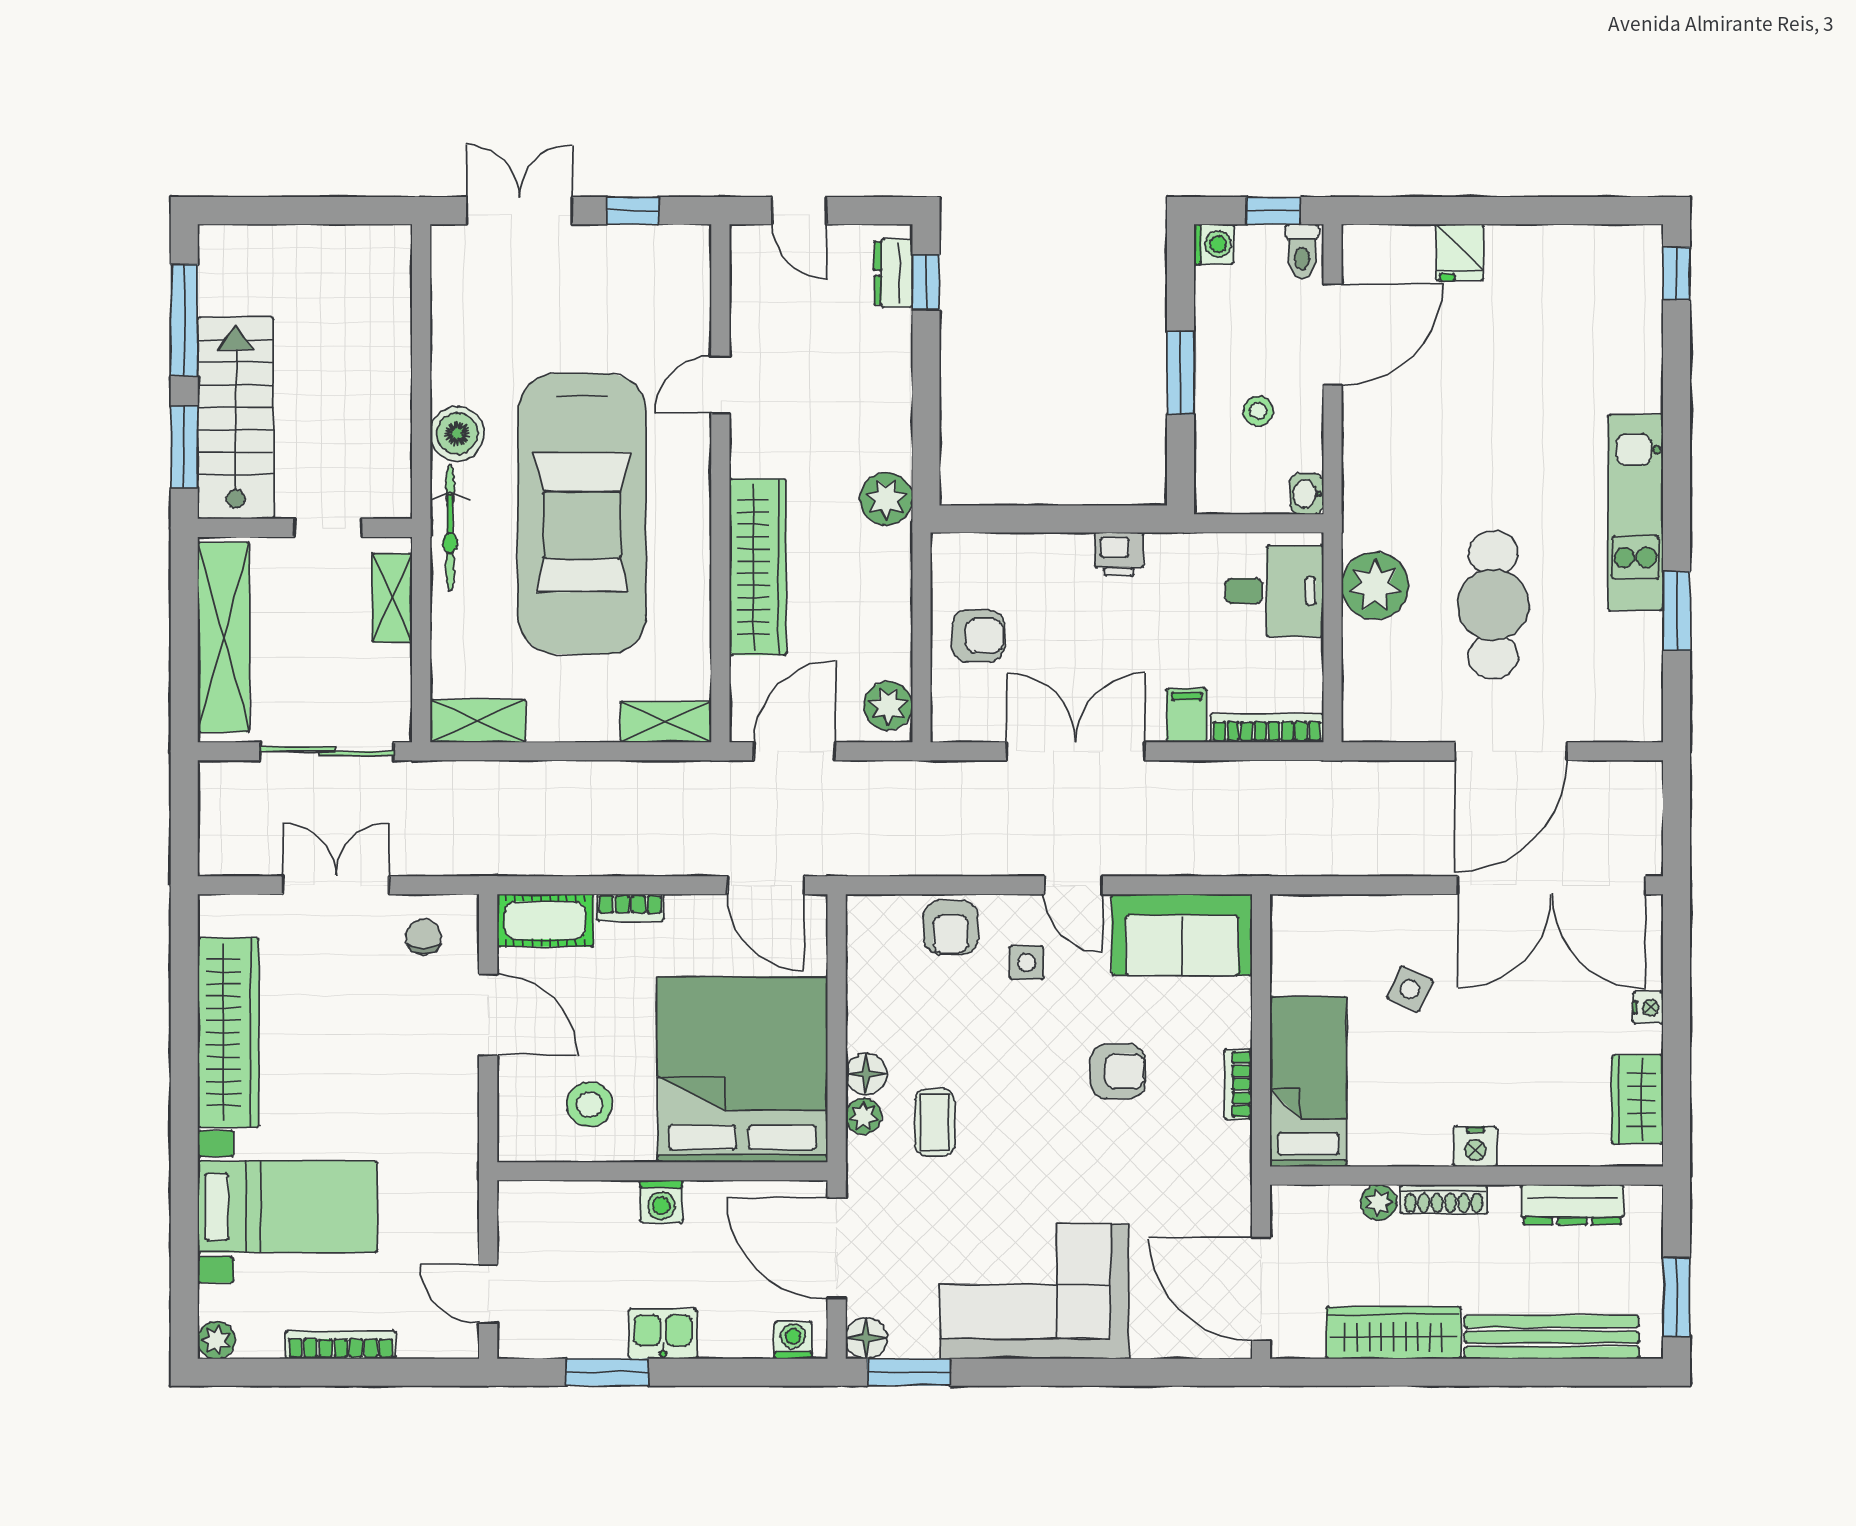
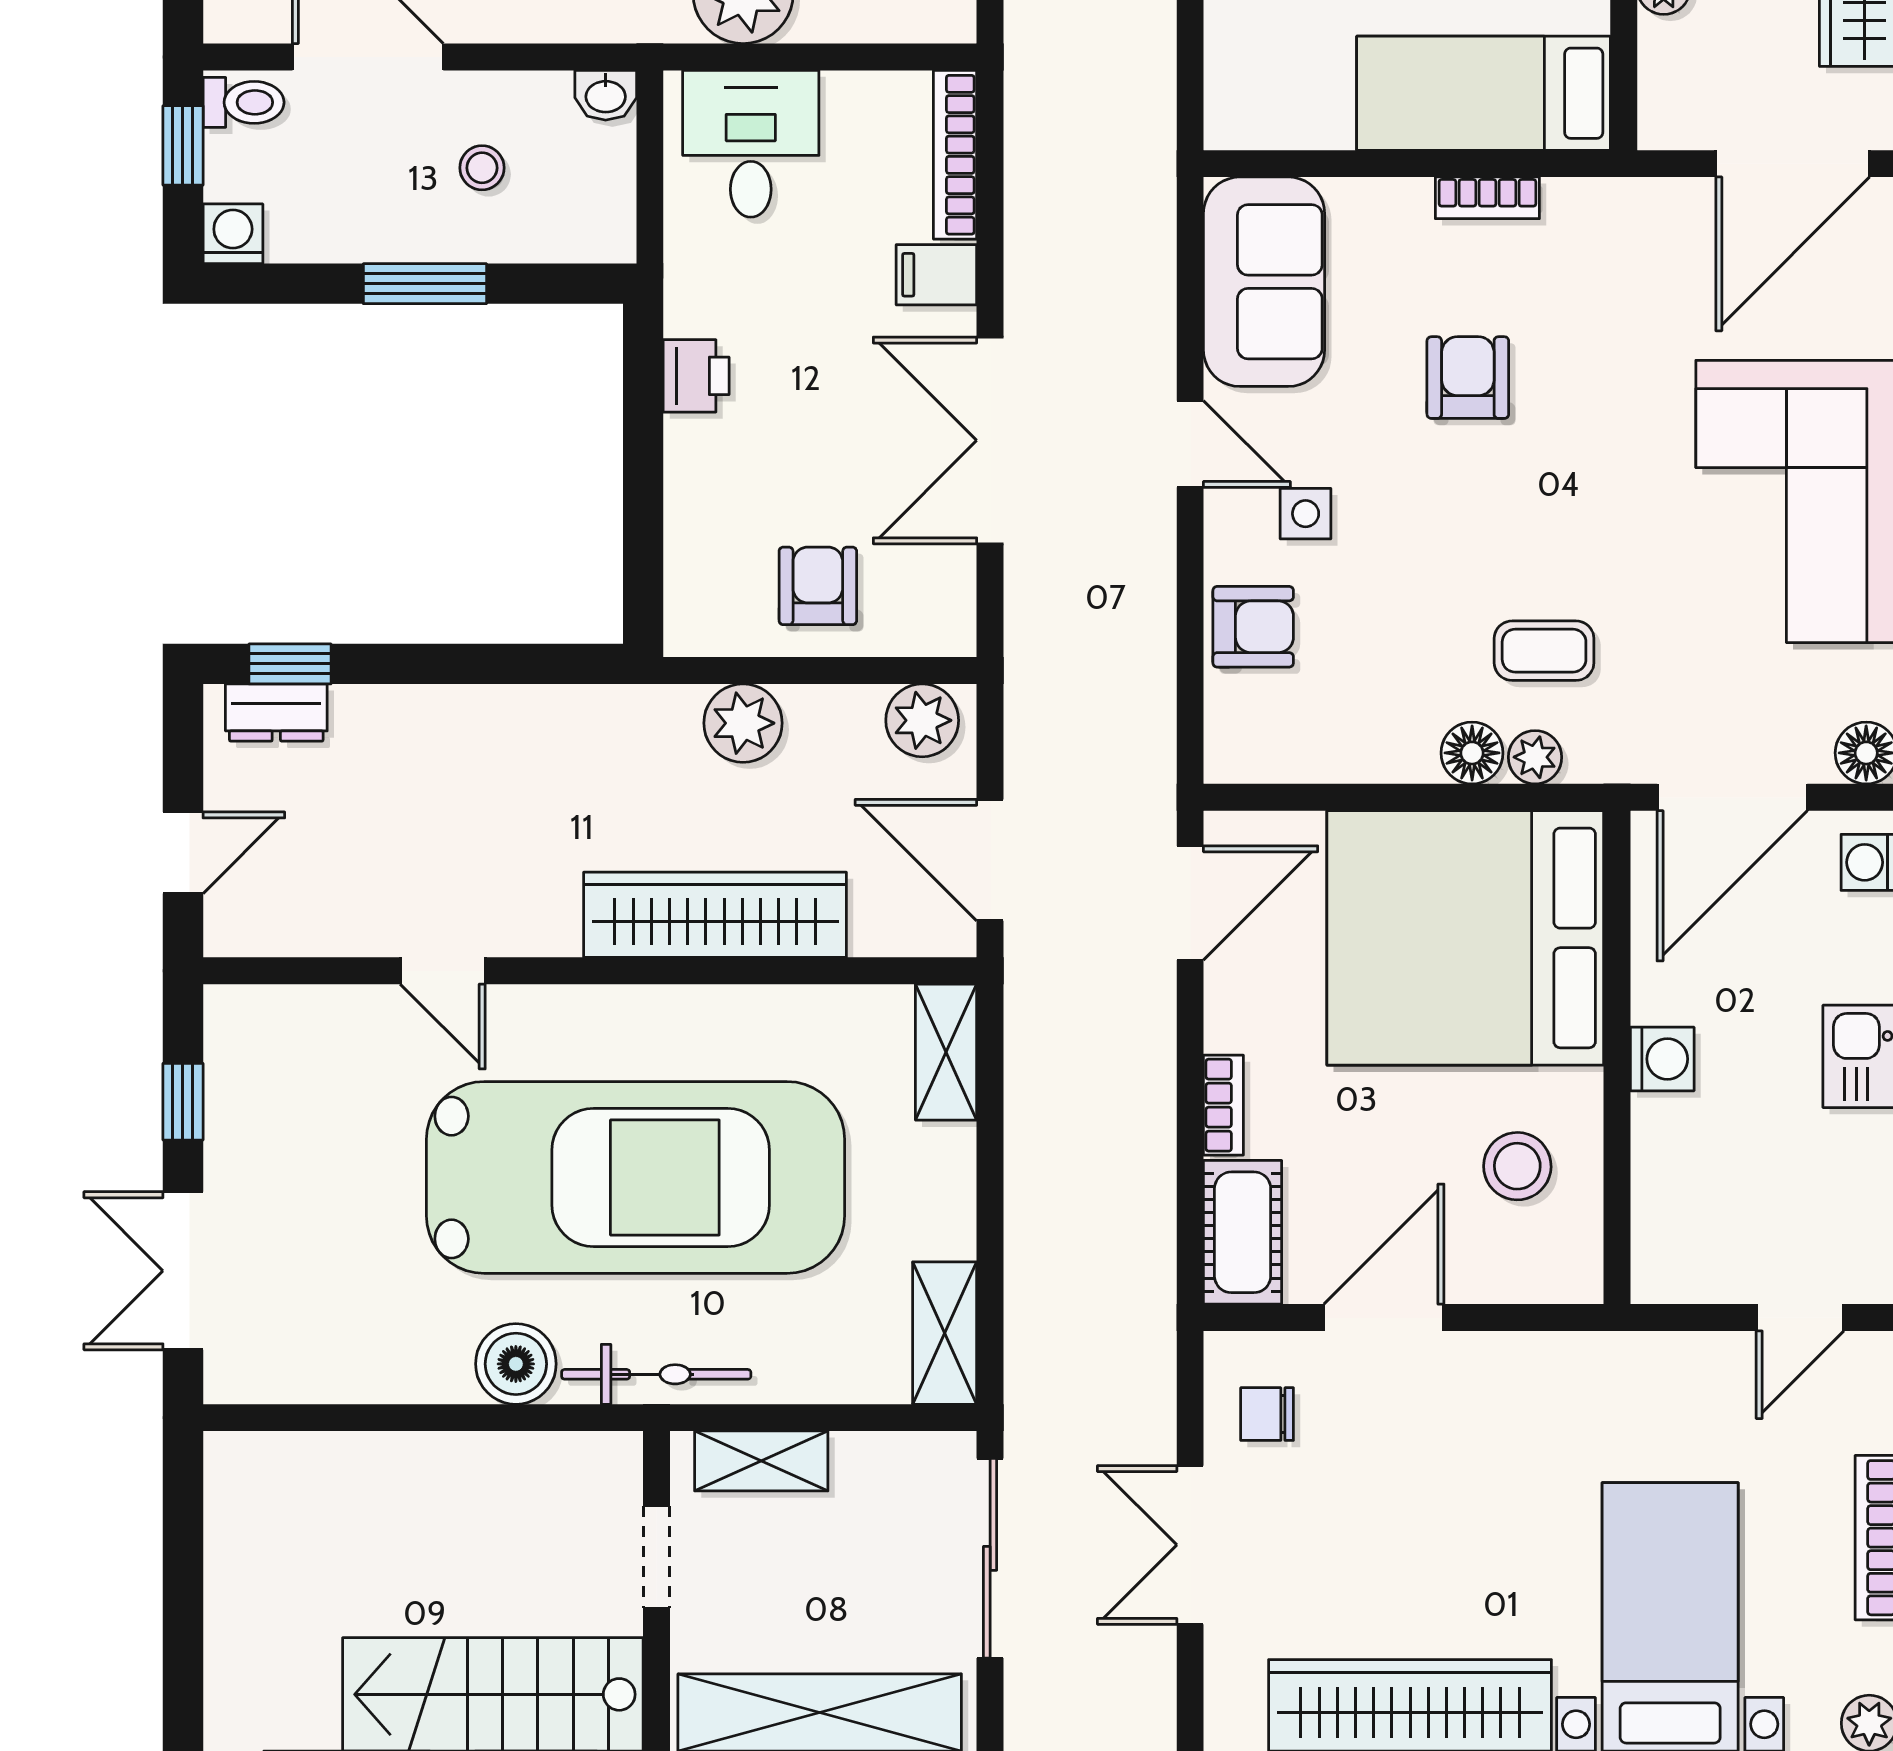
plant: (886, 499) -> (743, 723), moved
door: (1073, 885) -> (1190, 444), hinge flipped

